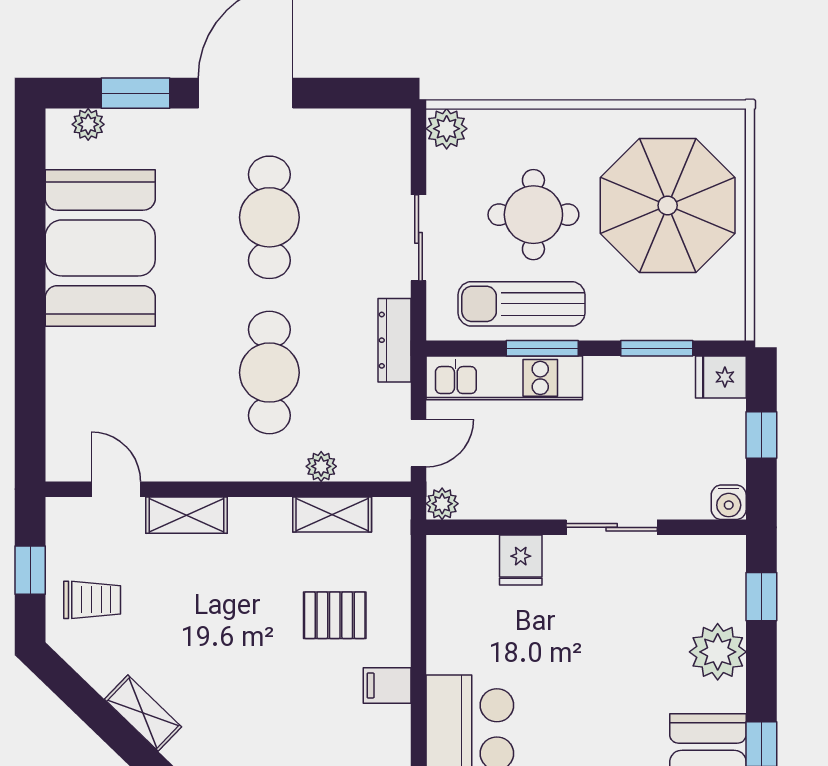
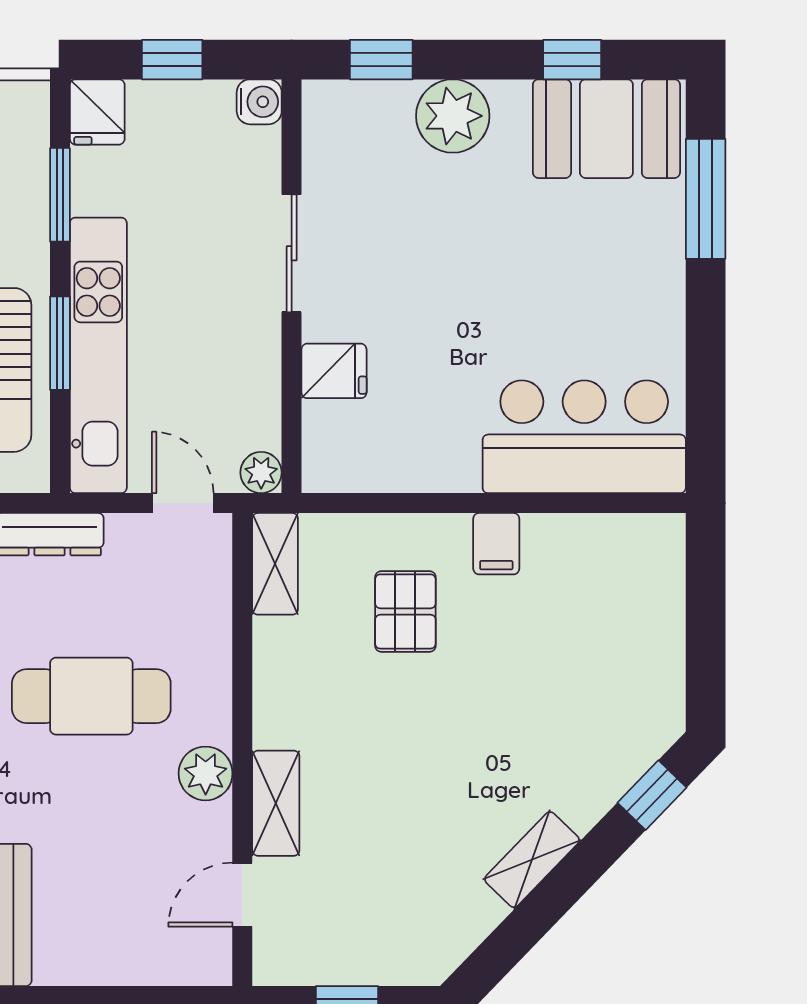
kitchen unit: (504, 378) -> (98, 355), width x1.36
plant: (321, 466) -> (206, 773), moved, width x1.38, depth x1.38
shelving: (332, 515) -> (275, 564), moved
trolley: (92, 600) -> (386, 925), removed

